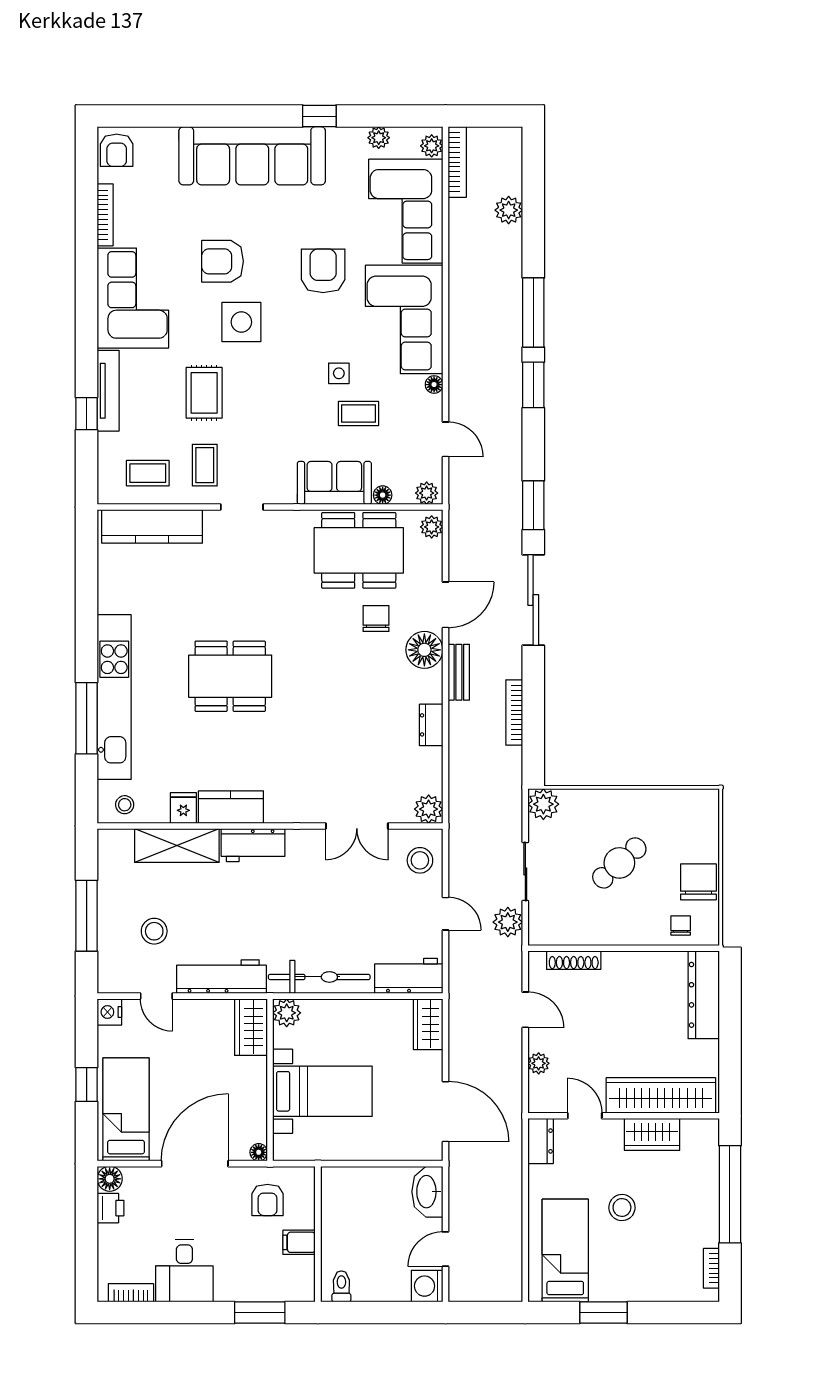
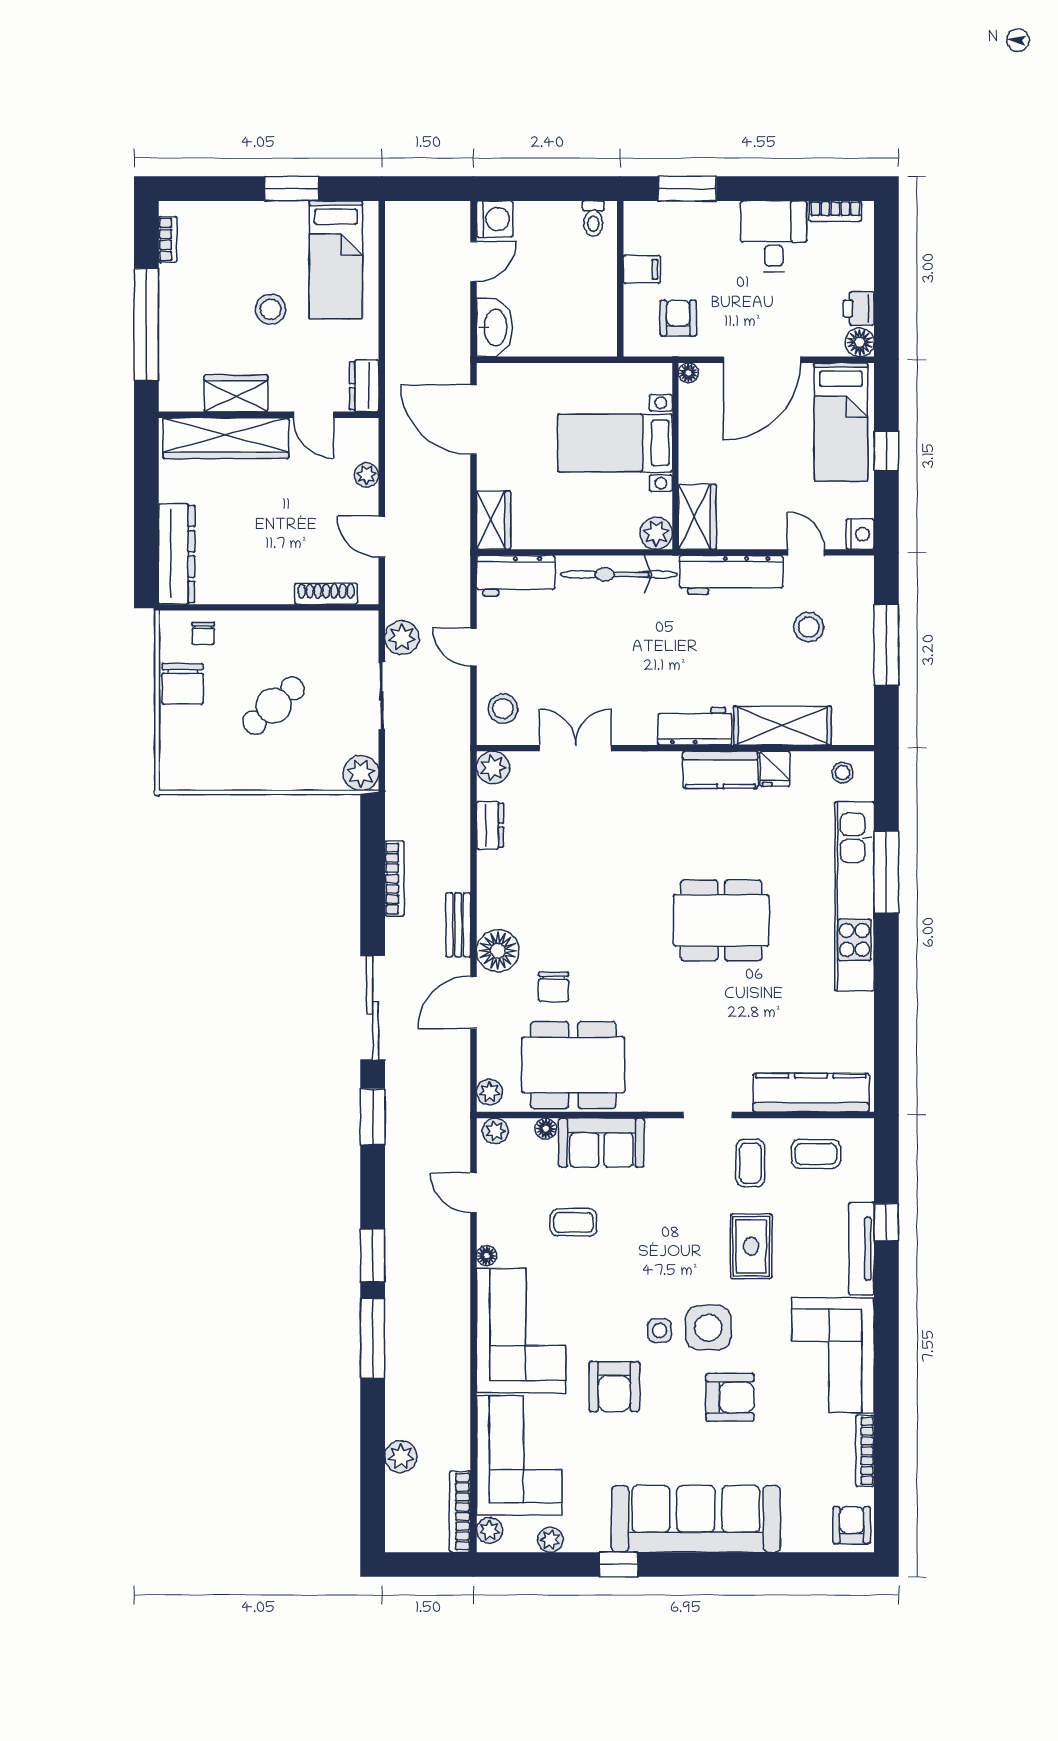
side table: (339, 373) -> (660, 1330), moved
dresser: (431, 725) -> (490, 825), moved

